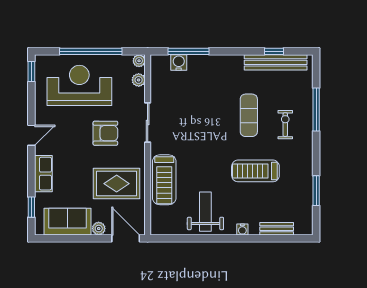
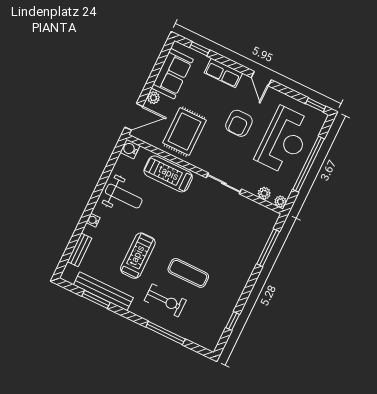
bench: (276, 62) -> (103, 291), moved, turned 90
water cooler: (179, 63) -> (130, 149), moved, turned 180
exercise bike: (285, 125) -> (165, 300), width x1.38, depth x1.39
armchair: (105, 133) -> (239, 123), moved

